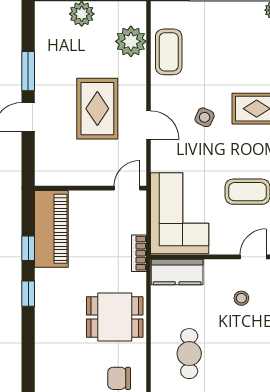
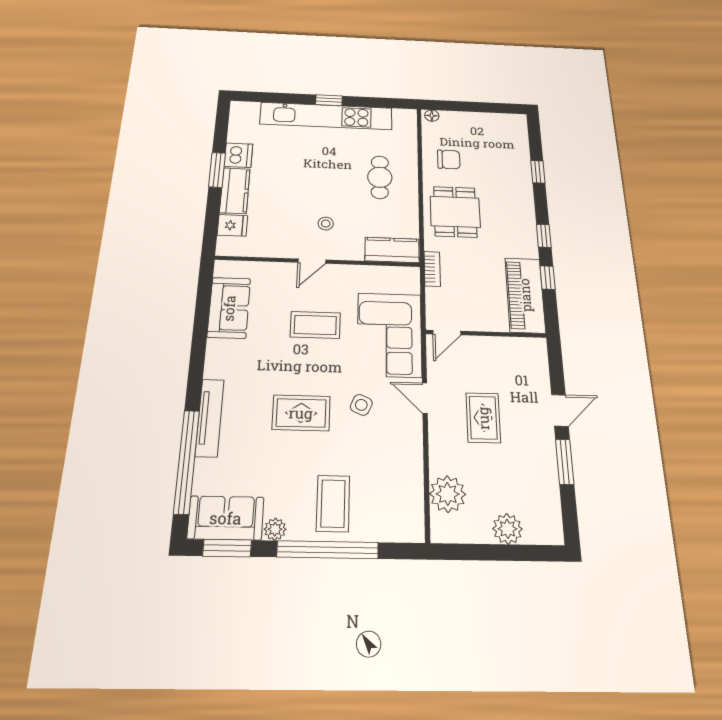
coffee table: (169, 52) -> (333, 503), moved
rug: (97, 109) -> (483, 418), width x0.73, depth x0.70
corner sofa: (180, 213) -> (390, 335), moved
dining table: (115, 317) -> (455, 212), turned 90
window: (28, 368) -> (538, 172), added

